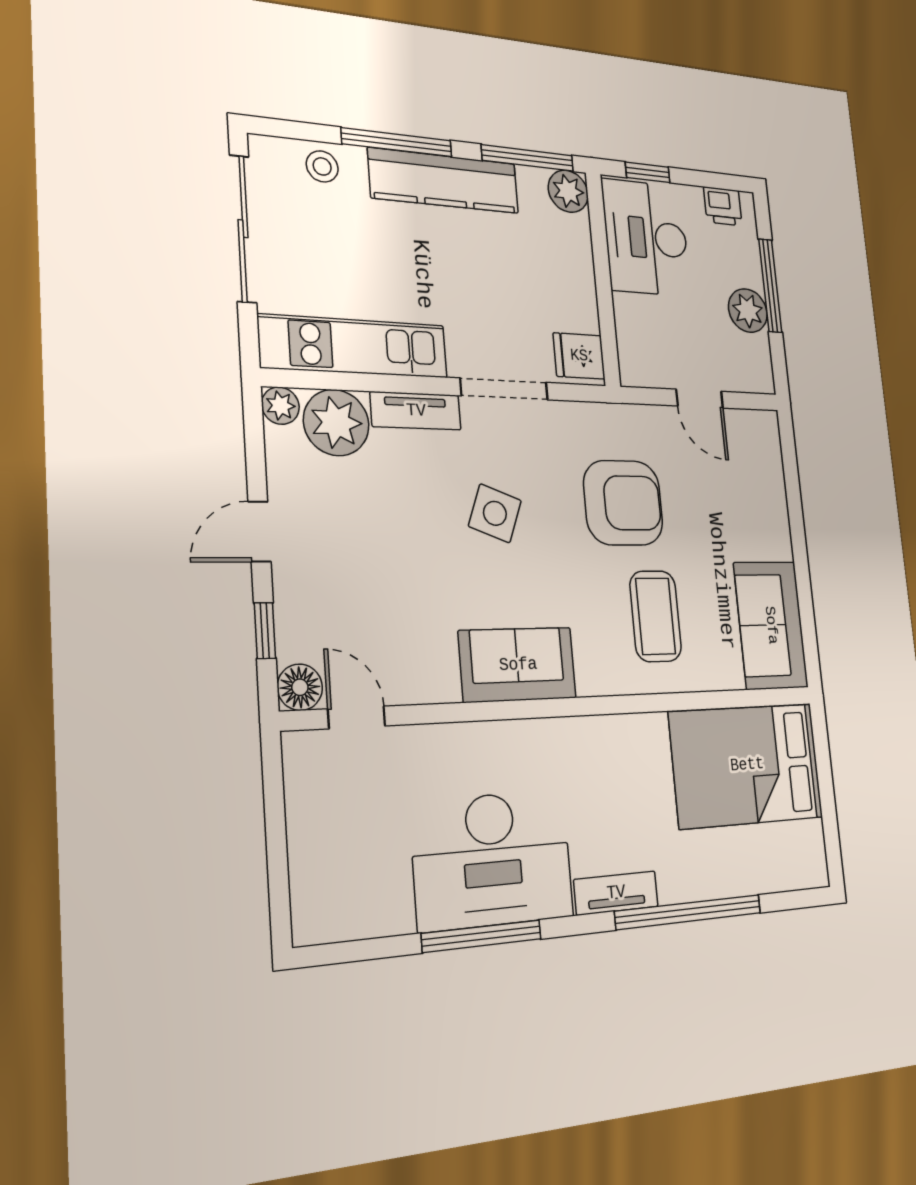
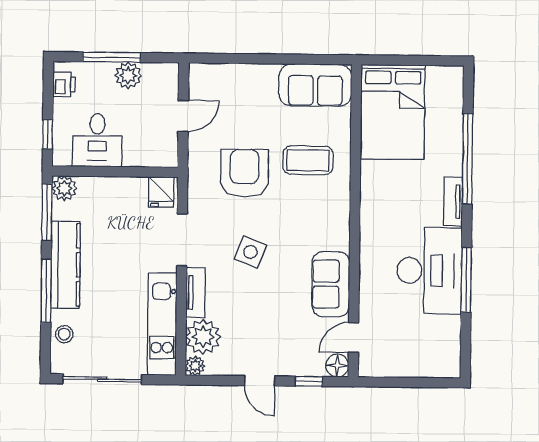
desk: (646, 238) -> (97, 140), width x0.73
sofa: (518, 665) -> (331, 284), moved

